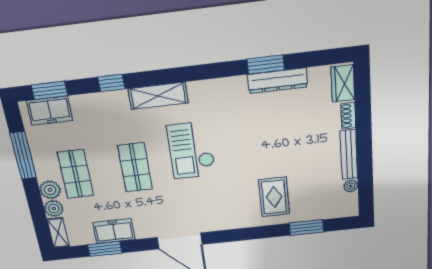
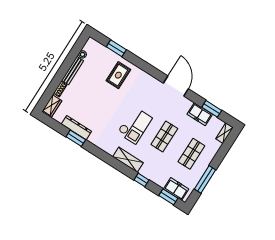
plant: (50, 190) -> (209, 156), removed
plant: (54, 209) -> (215, 146), removed

